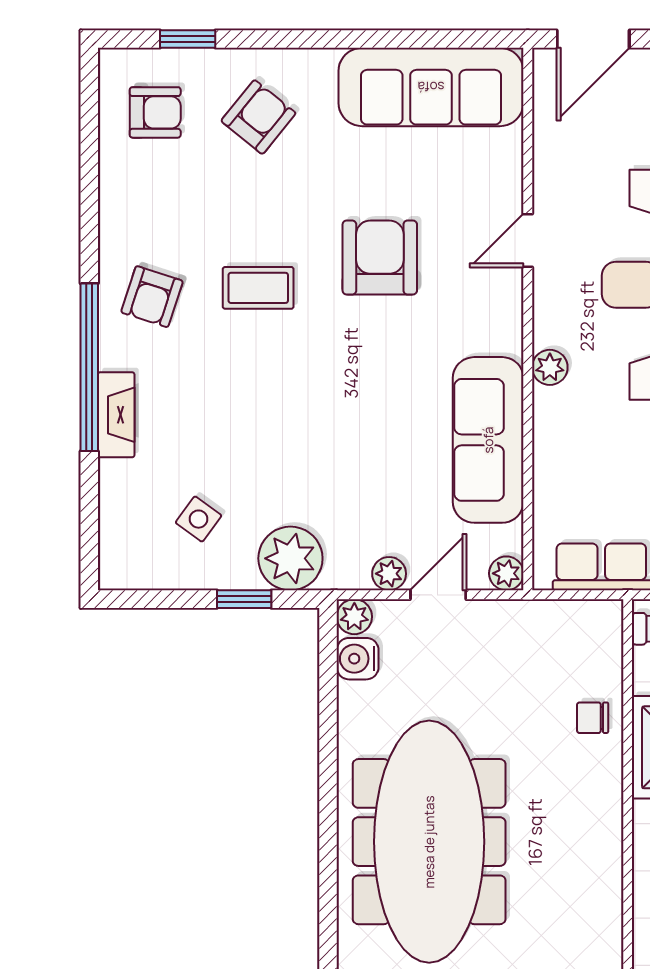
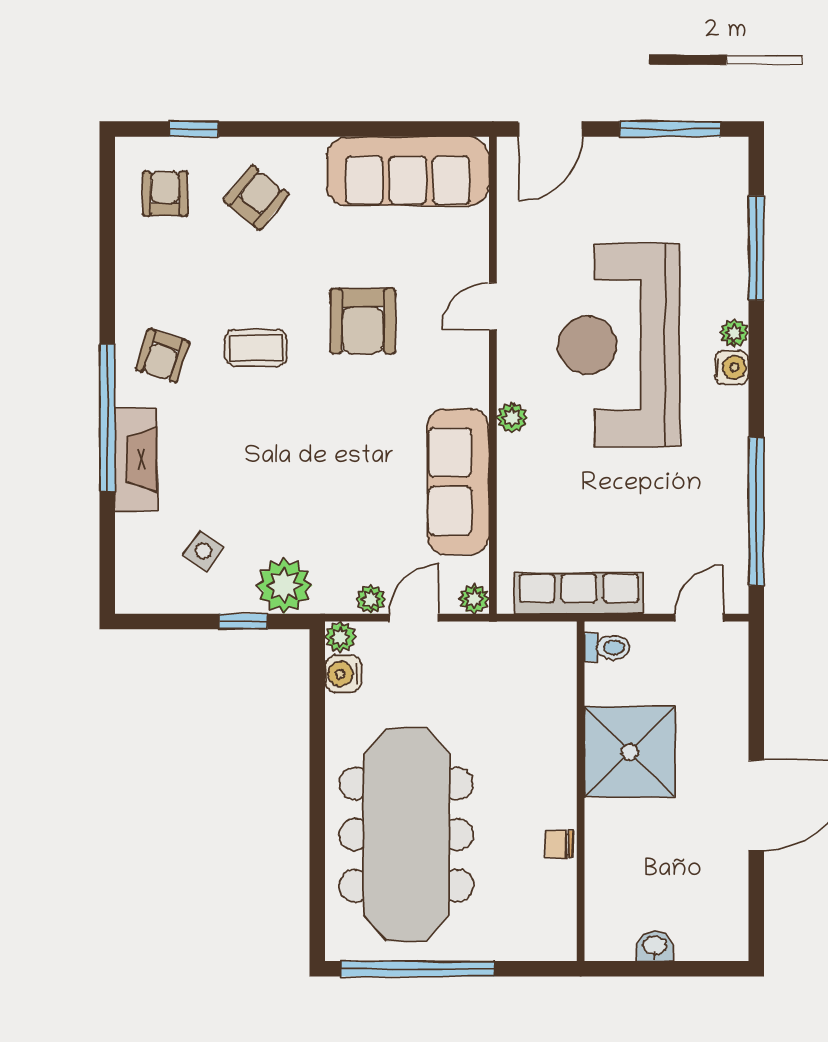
armchair: (155, 112) -> (165, 194), turned -90
armchair: (380, 258) -> (363, 321), turned 180
fireplace: (116, 415) -> (136, 459), width x1.37, depth x1.32
chair: (593, 718) -> (559, 844), moved

